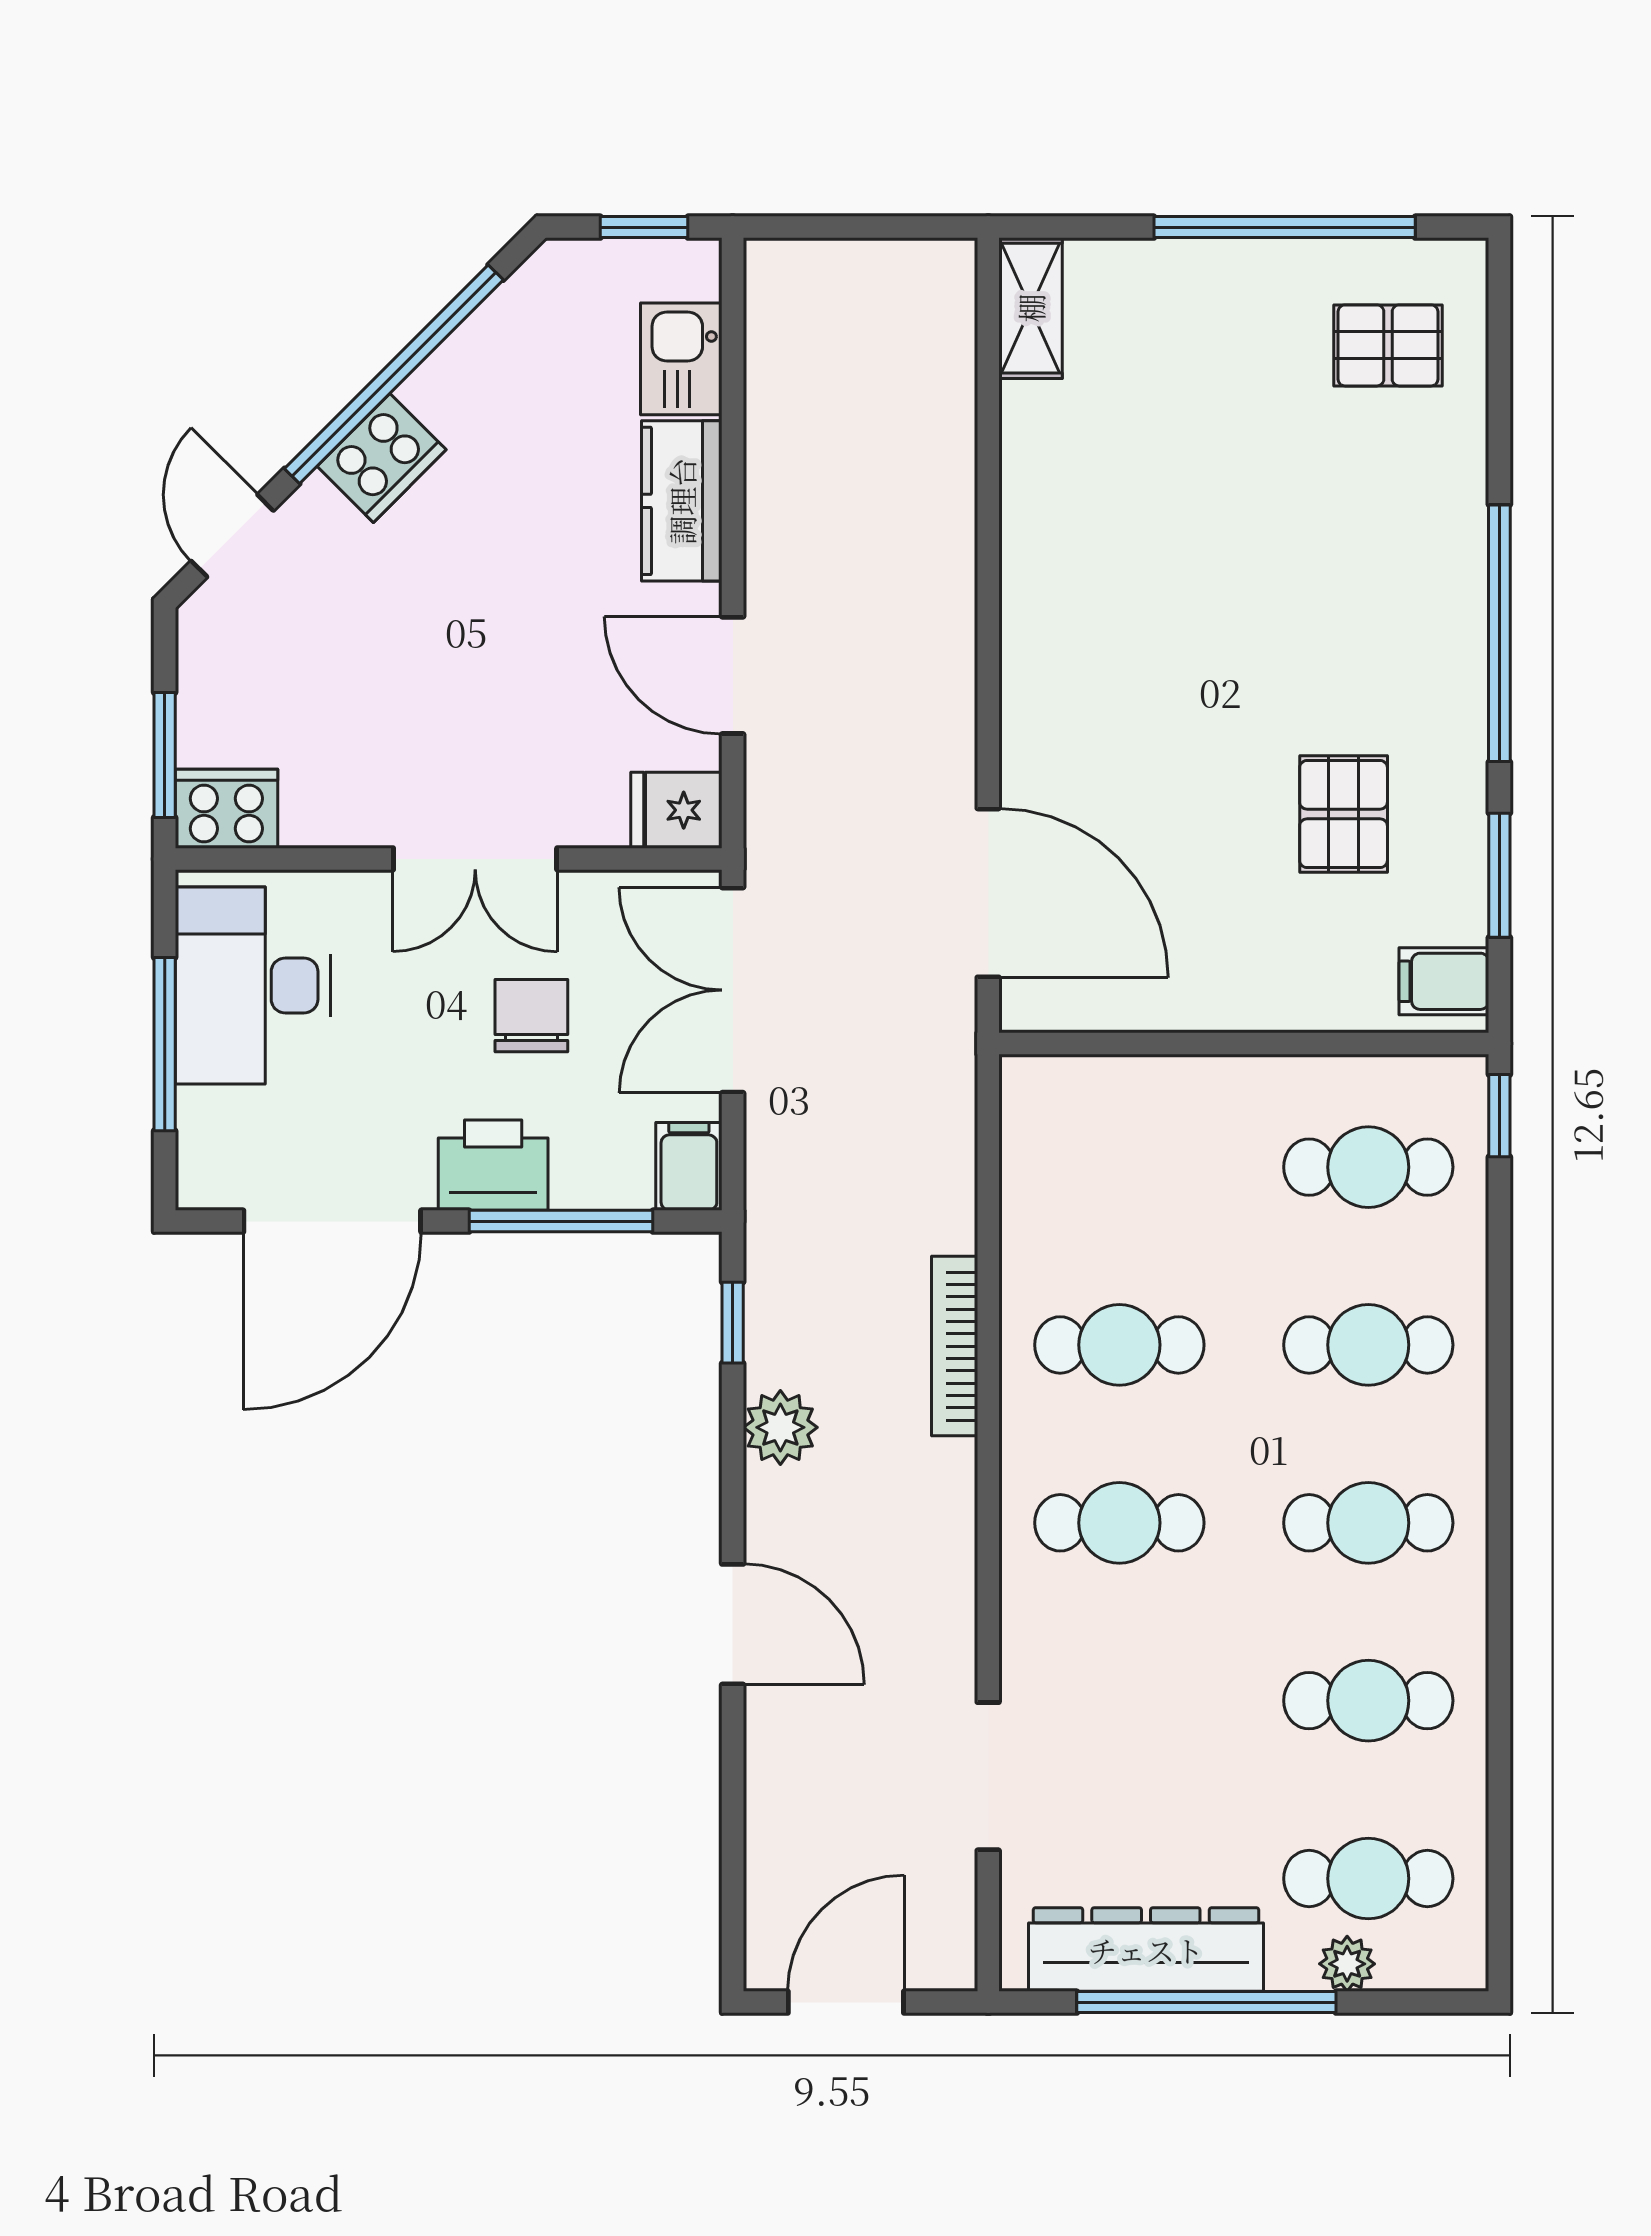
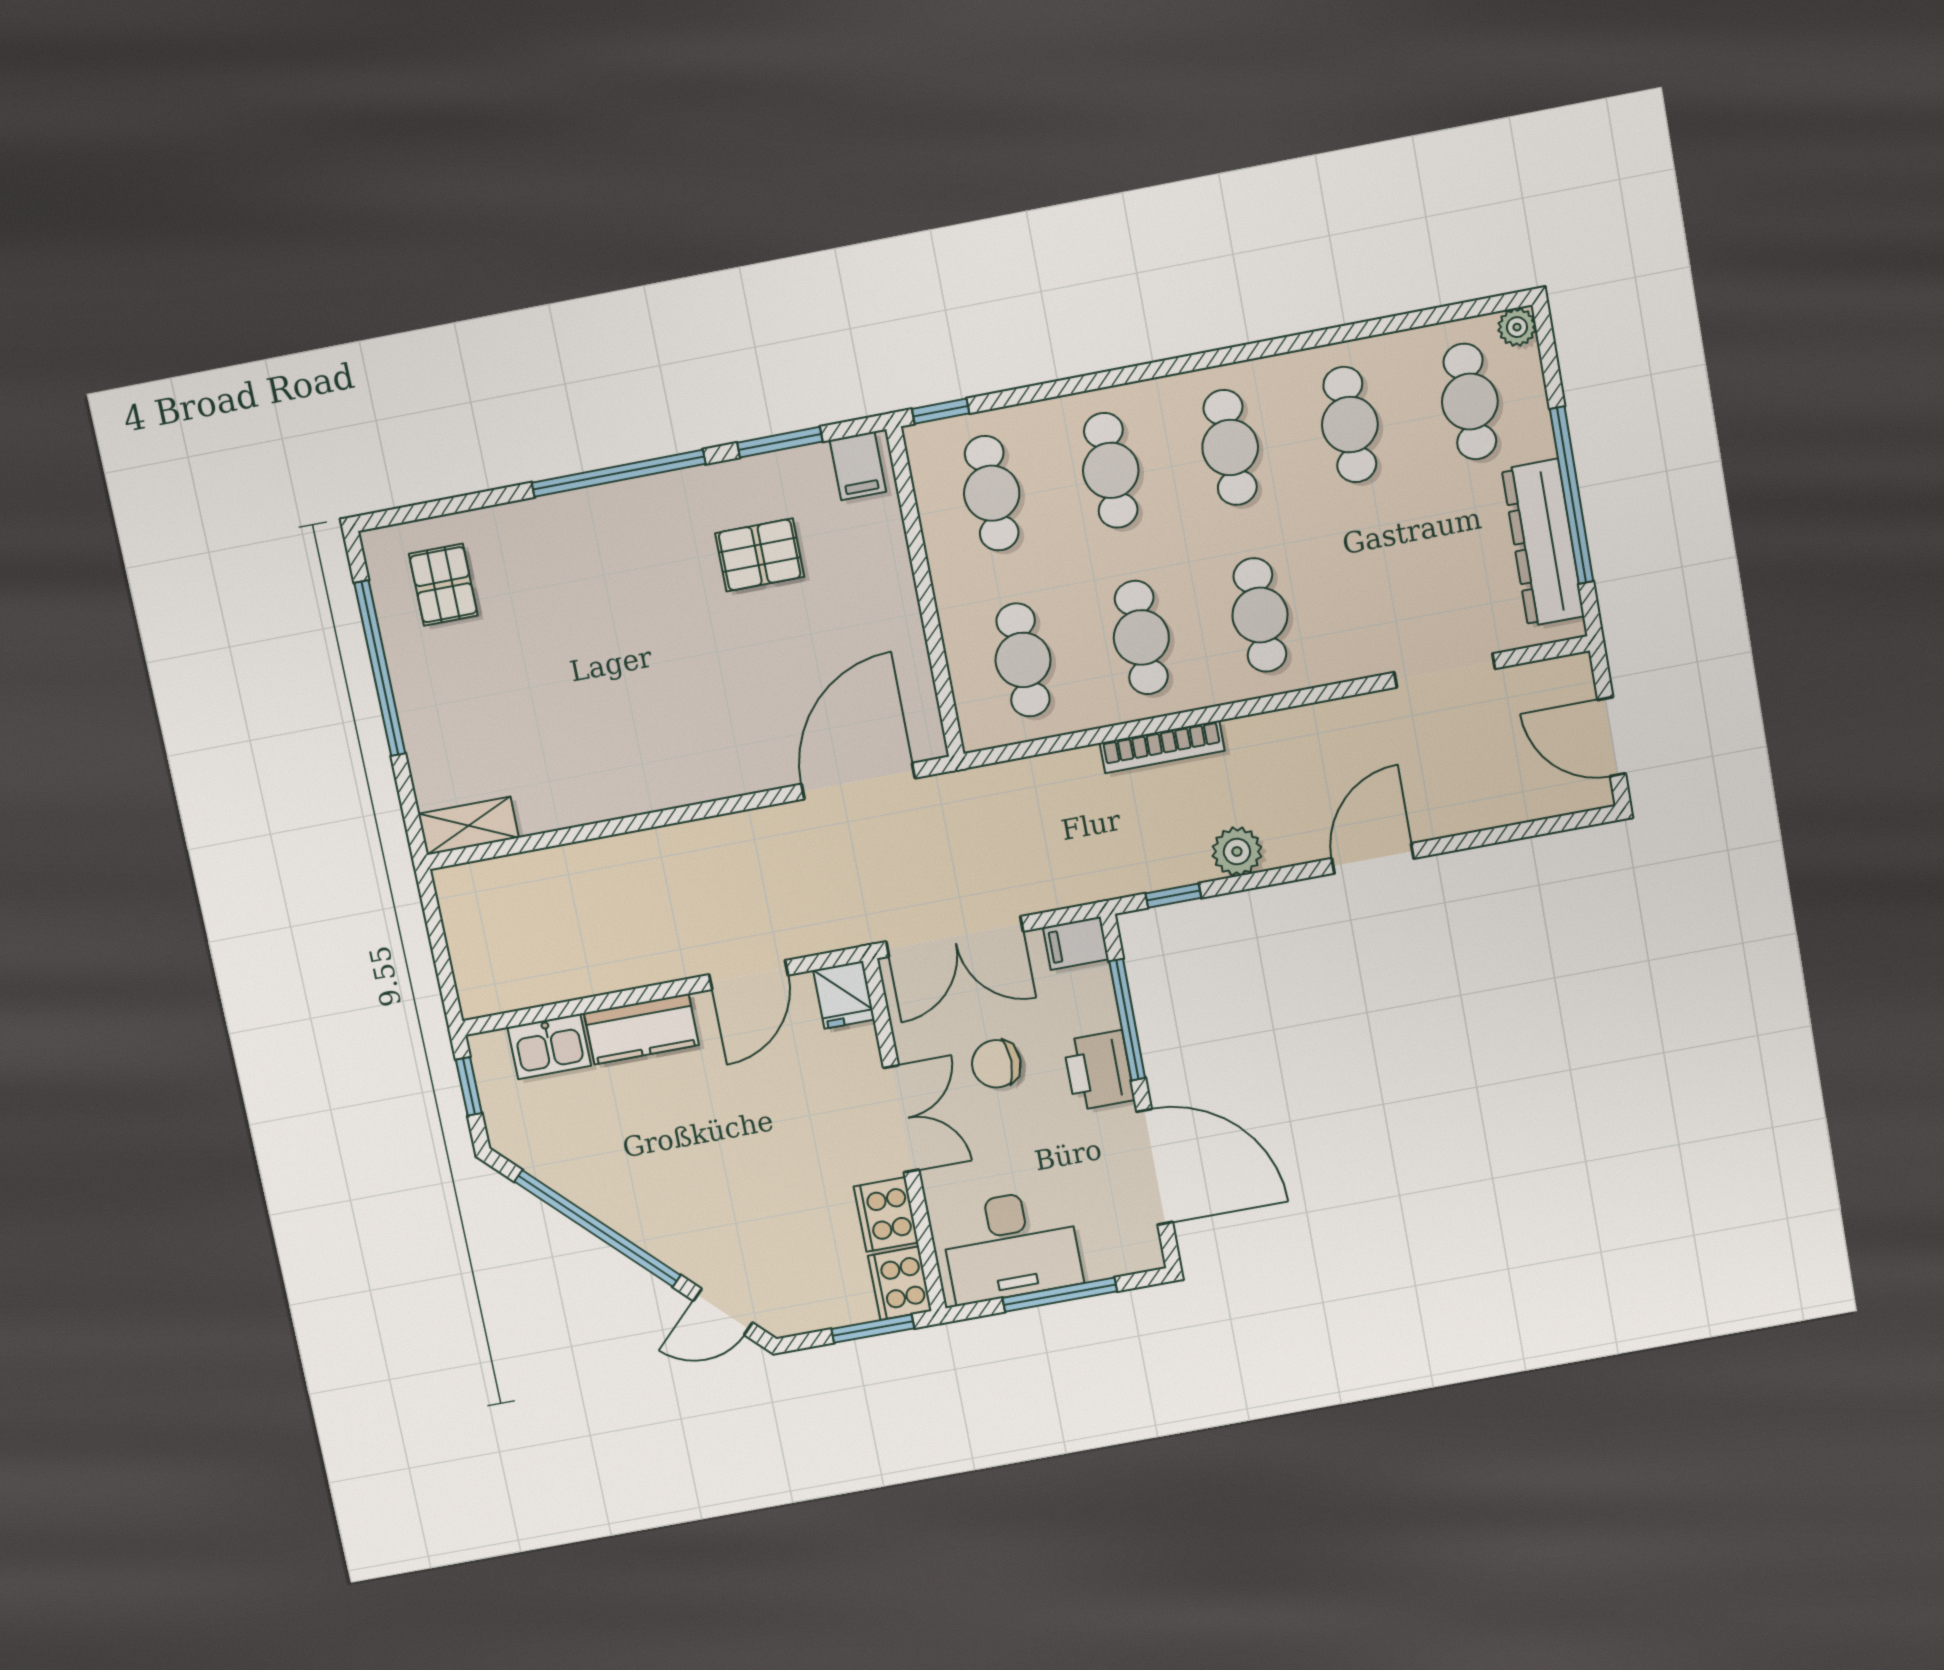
cooker: (382, 458) -> (886, 1215), moved, turned -135
cafe table: (1119, 1167) -> (1023, 660), added
plant: (1347, 1964) -> (1517, 327), moved

